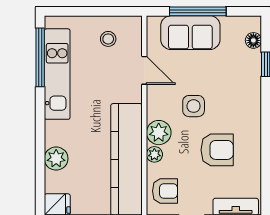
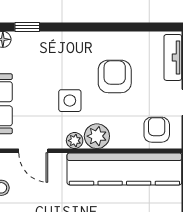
door: (144, 70) -> (33, 151), swing flipped
plant: (154, 154) -> (75, 141), moved

